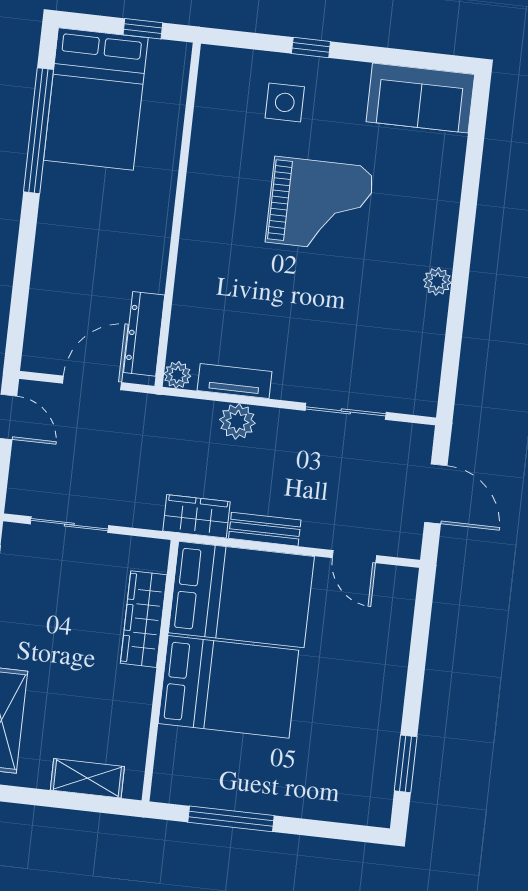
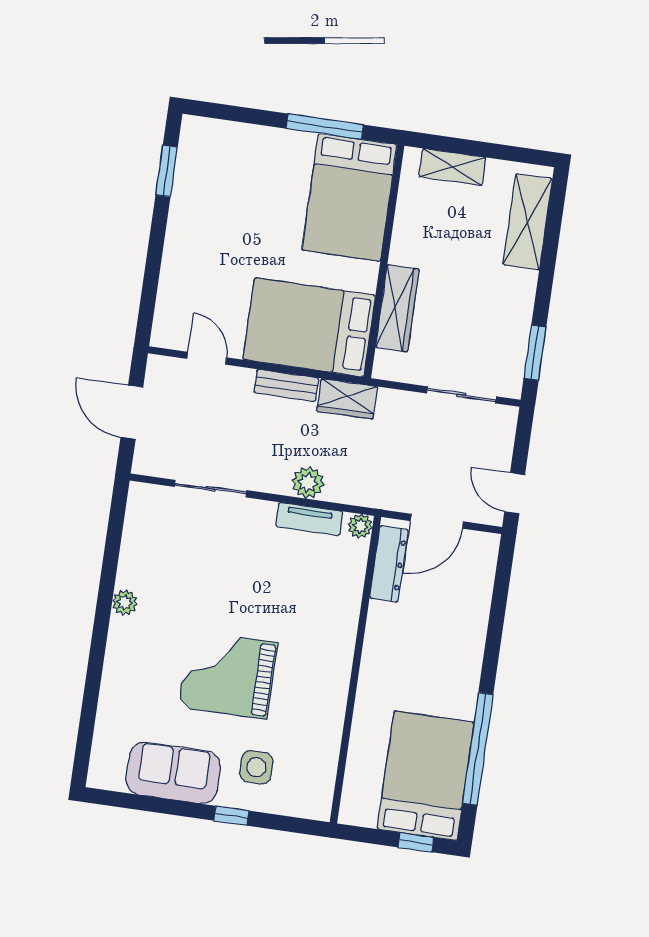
window: (143, 29) -> (416, 842), moved
sofa: (420, 98) -> (173, 773), moved
bed: (228, 687) -> (349, 197), moved, turned -90

